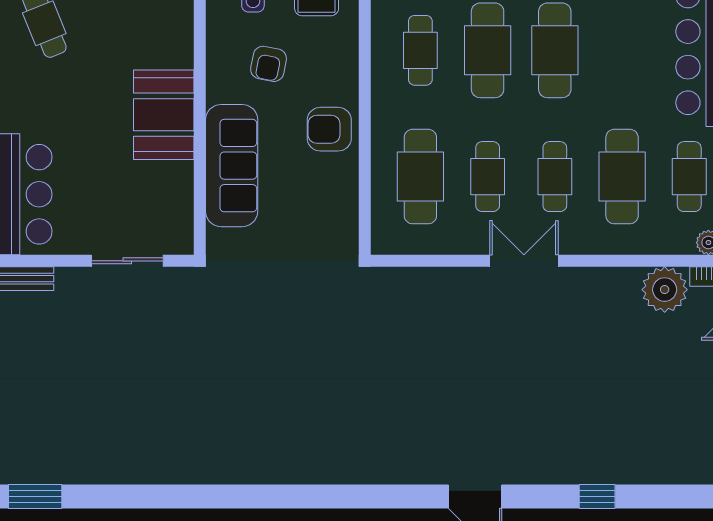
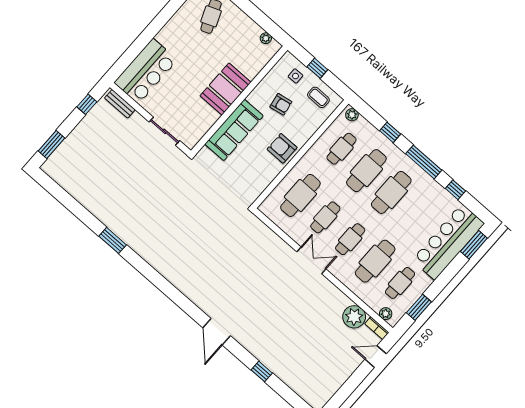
armchair: (269, 64) -> (281, 104), turned -111
window: (35, 497) -> (113, 240), moved

